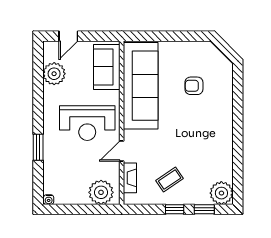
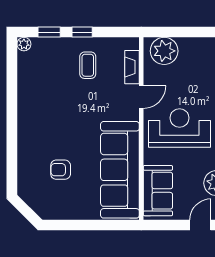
armchair: (194, 86) -> (61, 170), turned 180
coffee table: (170, 179) -> (88, 65), turned -56
plant: (221, 193) -> (24, 44), width x0.53, depth x0.53

